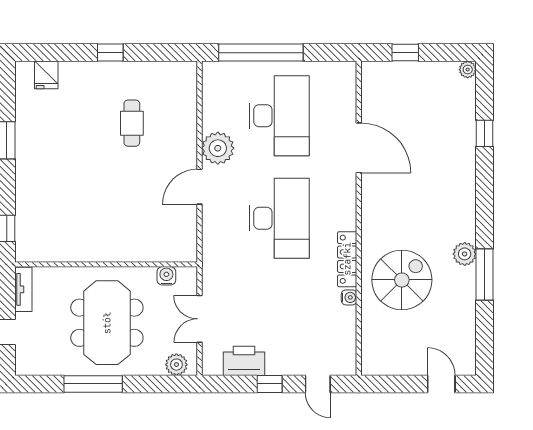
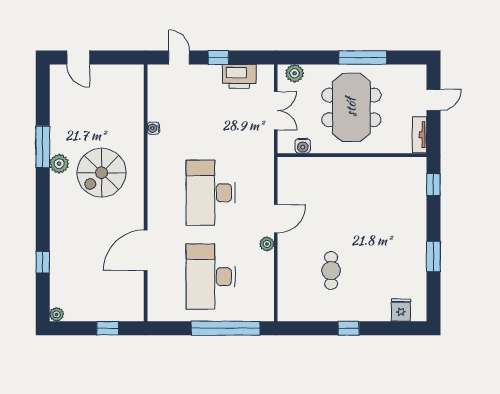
plant: (218, 148) -> (267, 244), width x0.53, depth x0.53
door: (359, 148) -> (146, 250), hinge flipped
locker: (347, 259) -> (155, 159), removed
spiral stairs: (402, 280) -> (102, 173), moved

